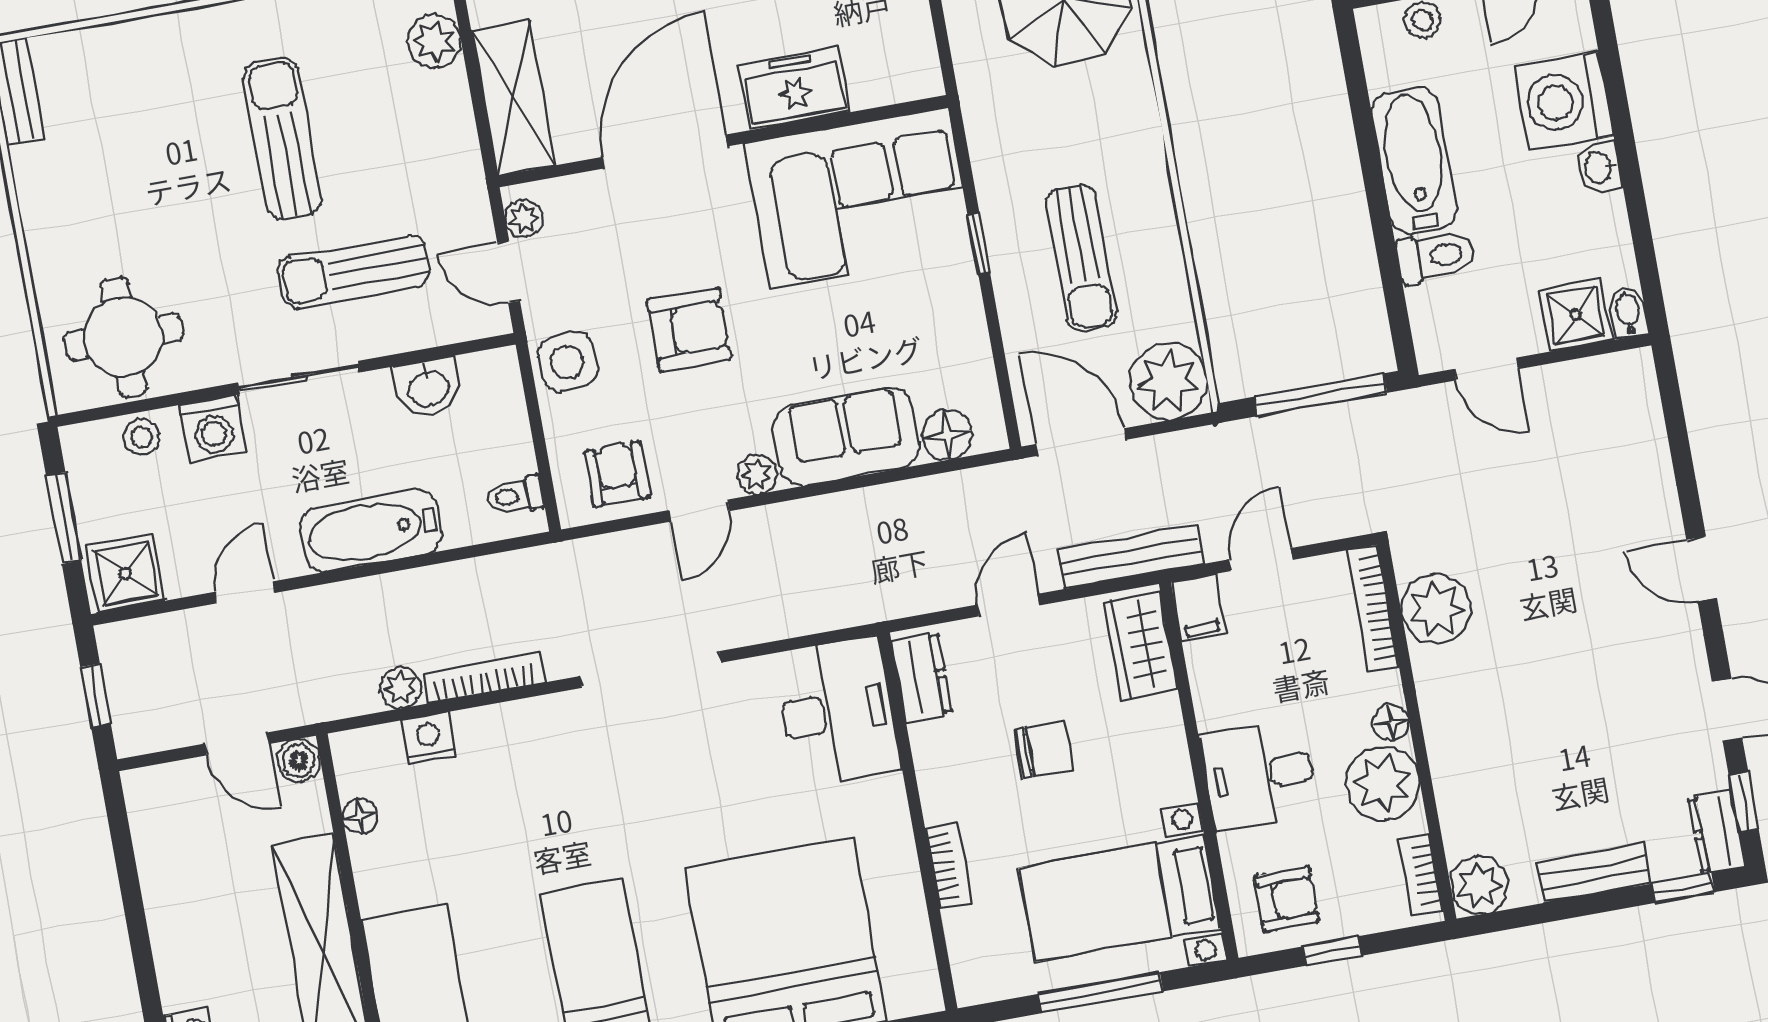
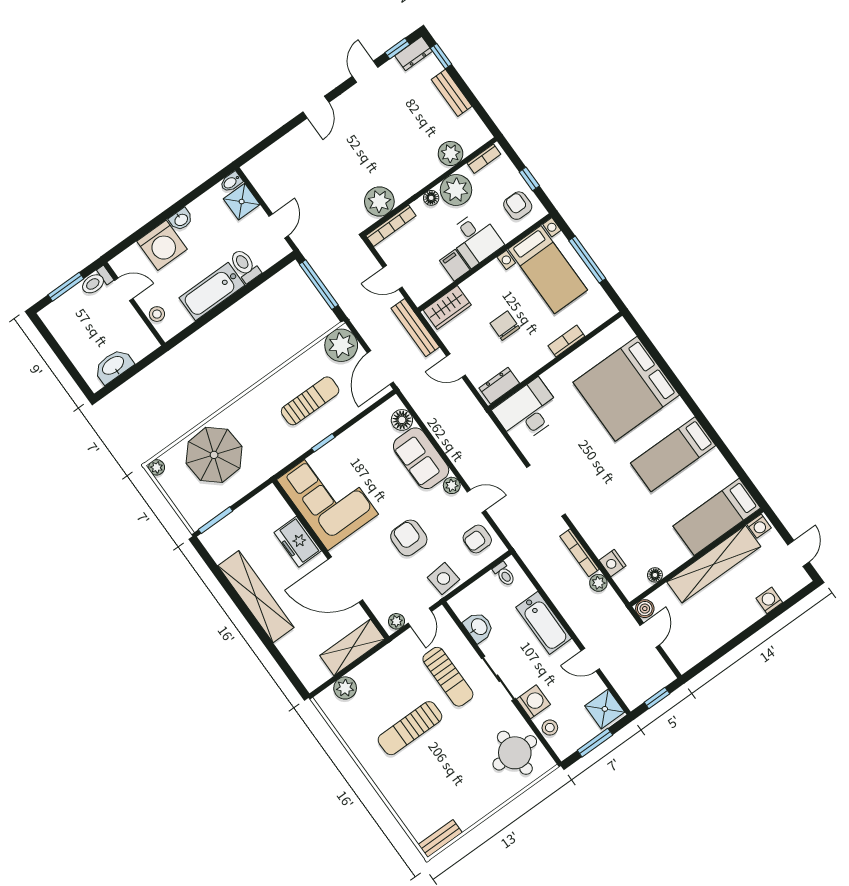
filing cabinet: (1199, 608) -> (455, 265), moved, turned -90
plant: (1480, 885) -> (451, 154), moved

